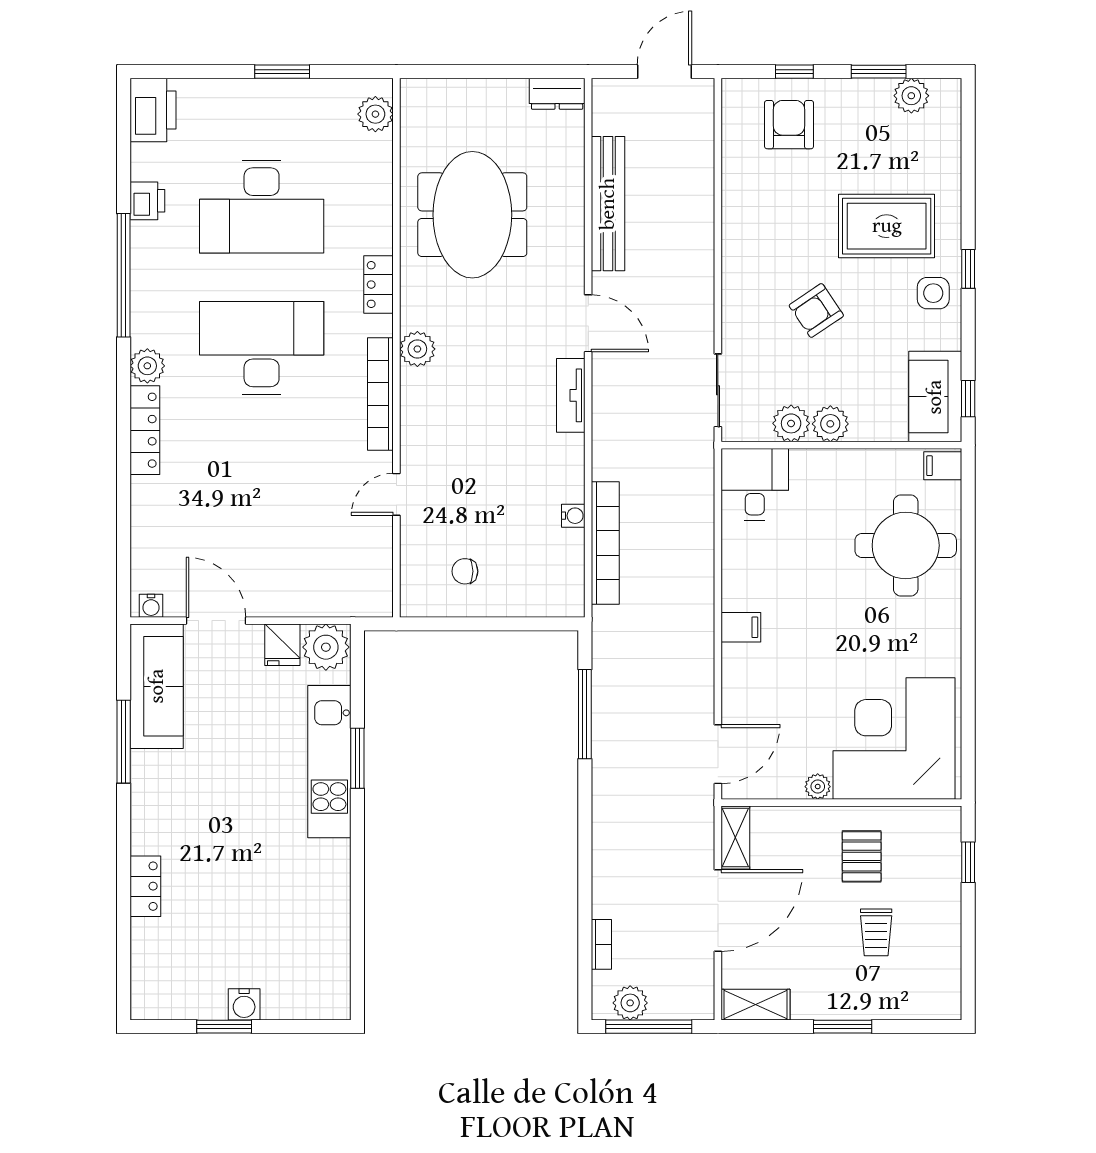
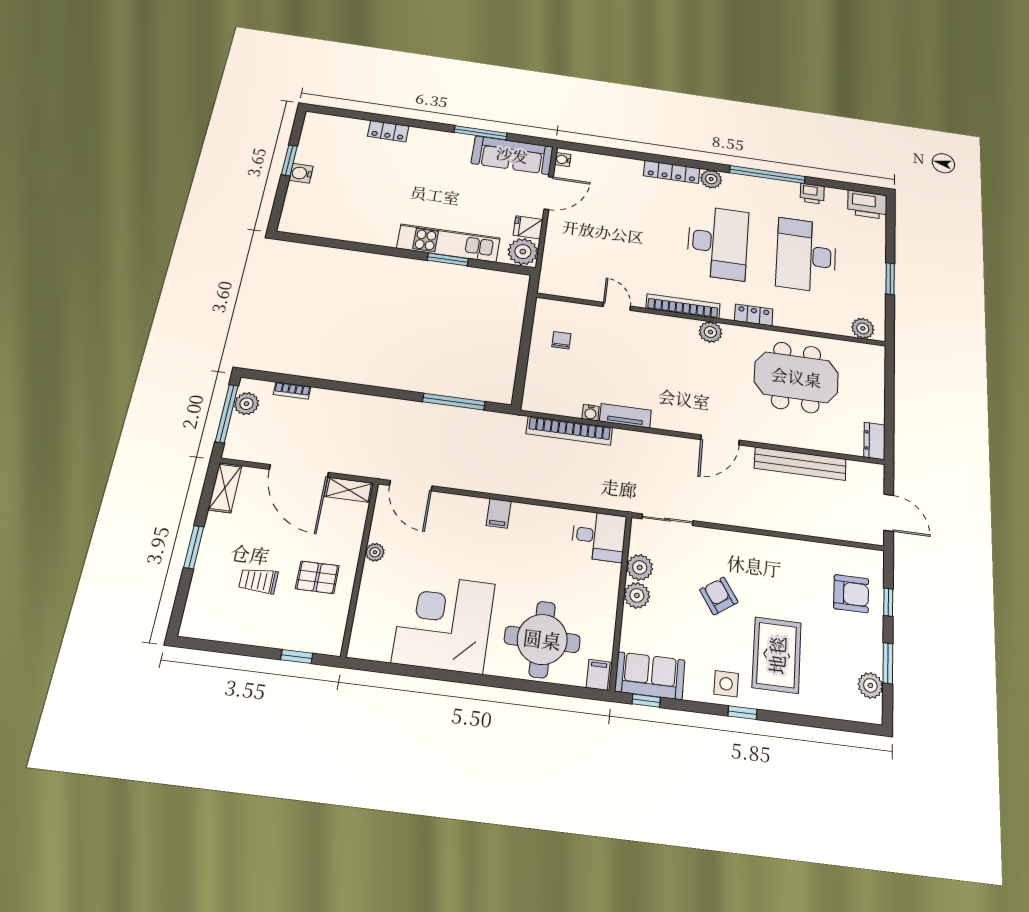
tv unit: (571, 395) -> (625, 416), moved
corner desk: (894, 738) -> (444, 623), moved, turned -90

